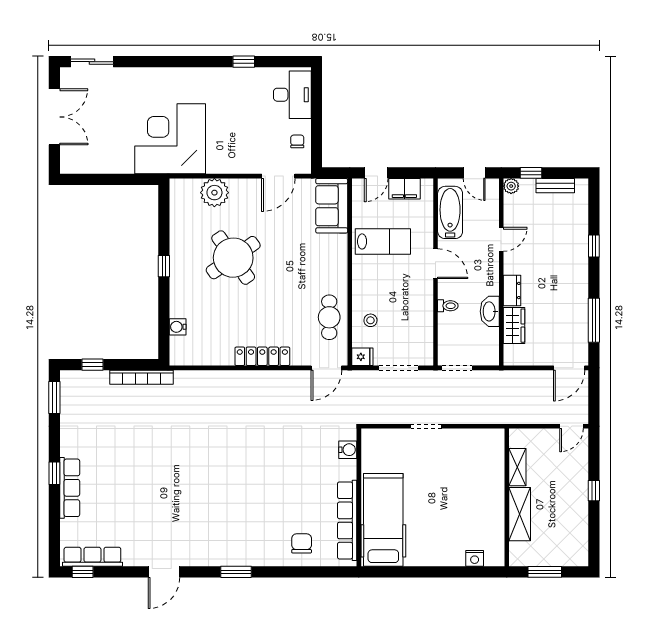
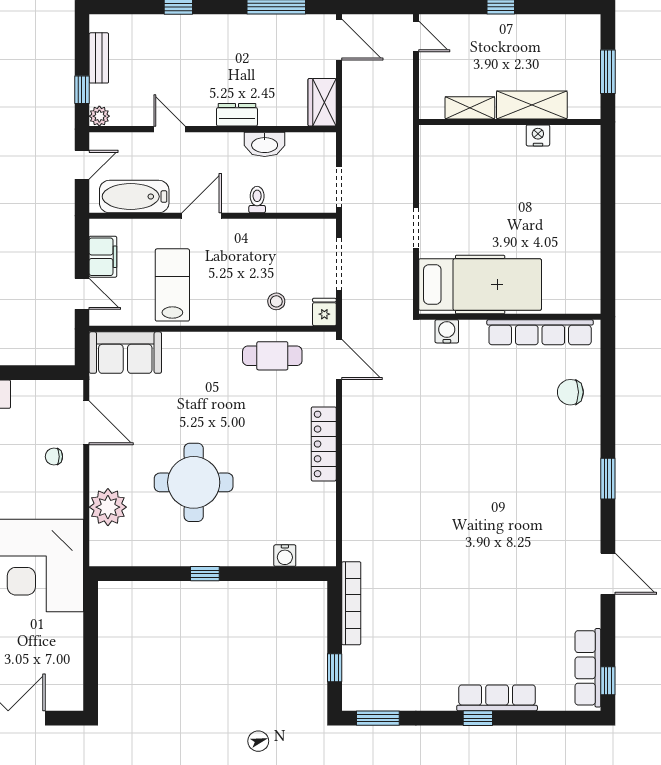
chair: (297, 141) -> (54, 457), moved
round table: (233, 258) -> (194, 482), turned 35
wardrobe: (514, 326) -> (322, 102), moved, turned -90
hospital bed: (383, 520) -> (480, 285), moved, turned 180
nightstand: (475, 558) -> (538, 135), moved, turned -90

